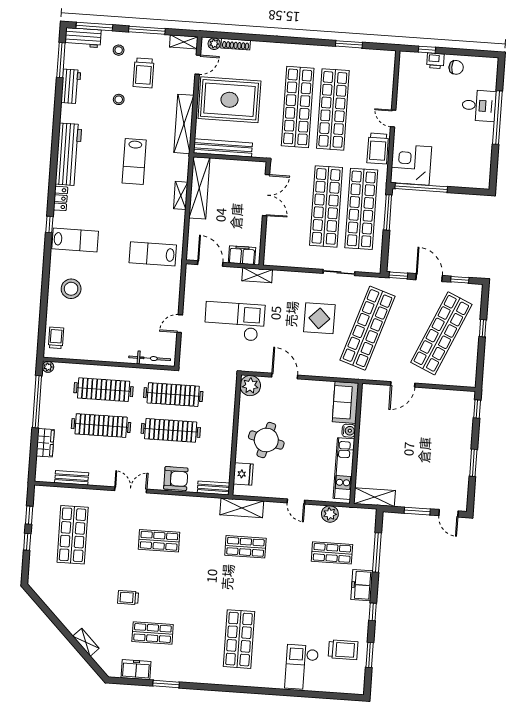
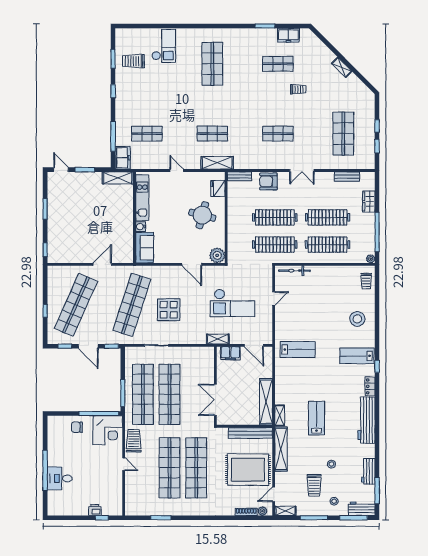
chair: (456, 67) -> (77, 427), moved
trolley: (144, 73) -> (314, 485), turned 180
shelving: (181, 195) -> (280, 416), moved
plant: (330, 514) -> (150, 163), removed
freezer: (362, 585) -> (123, 158), moved
shelving: (86, 642) -> (342, 67), moved

